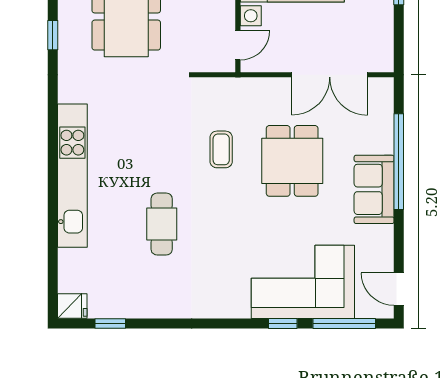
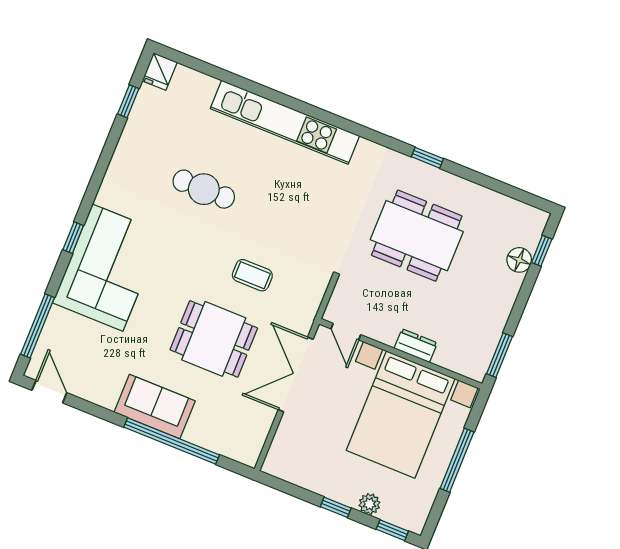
double door: (330, 75) -> (296, 374), moved
corner sofa: (303, 282) -> (108, 268), moved
door: (399, 289) -> (49, 392), hinge flipped
window: (283, 323) -> (73, 238), moved

